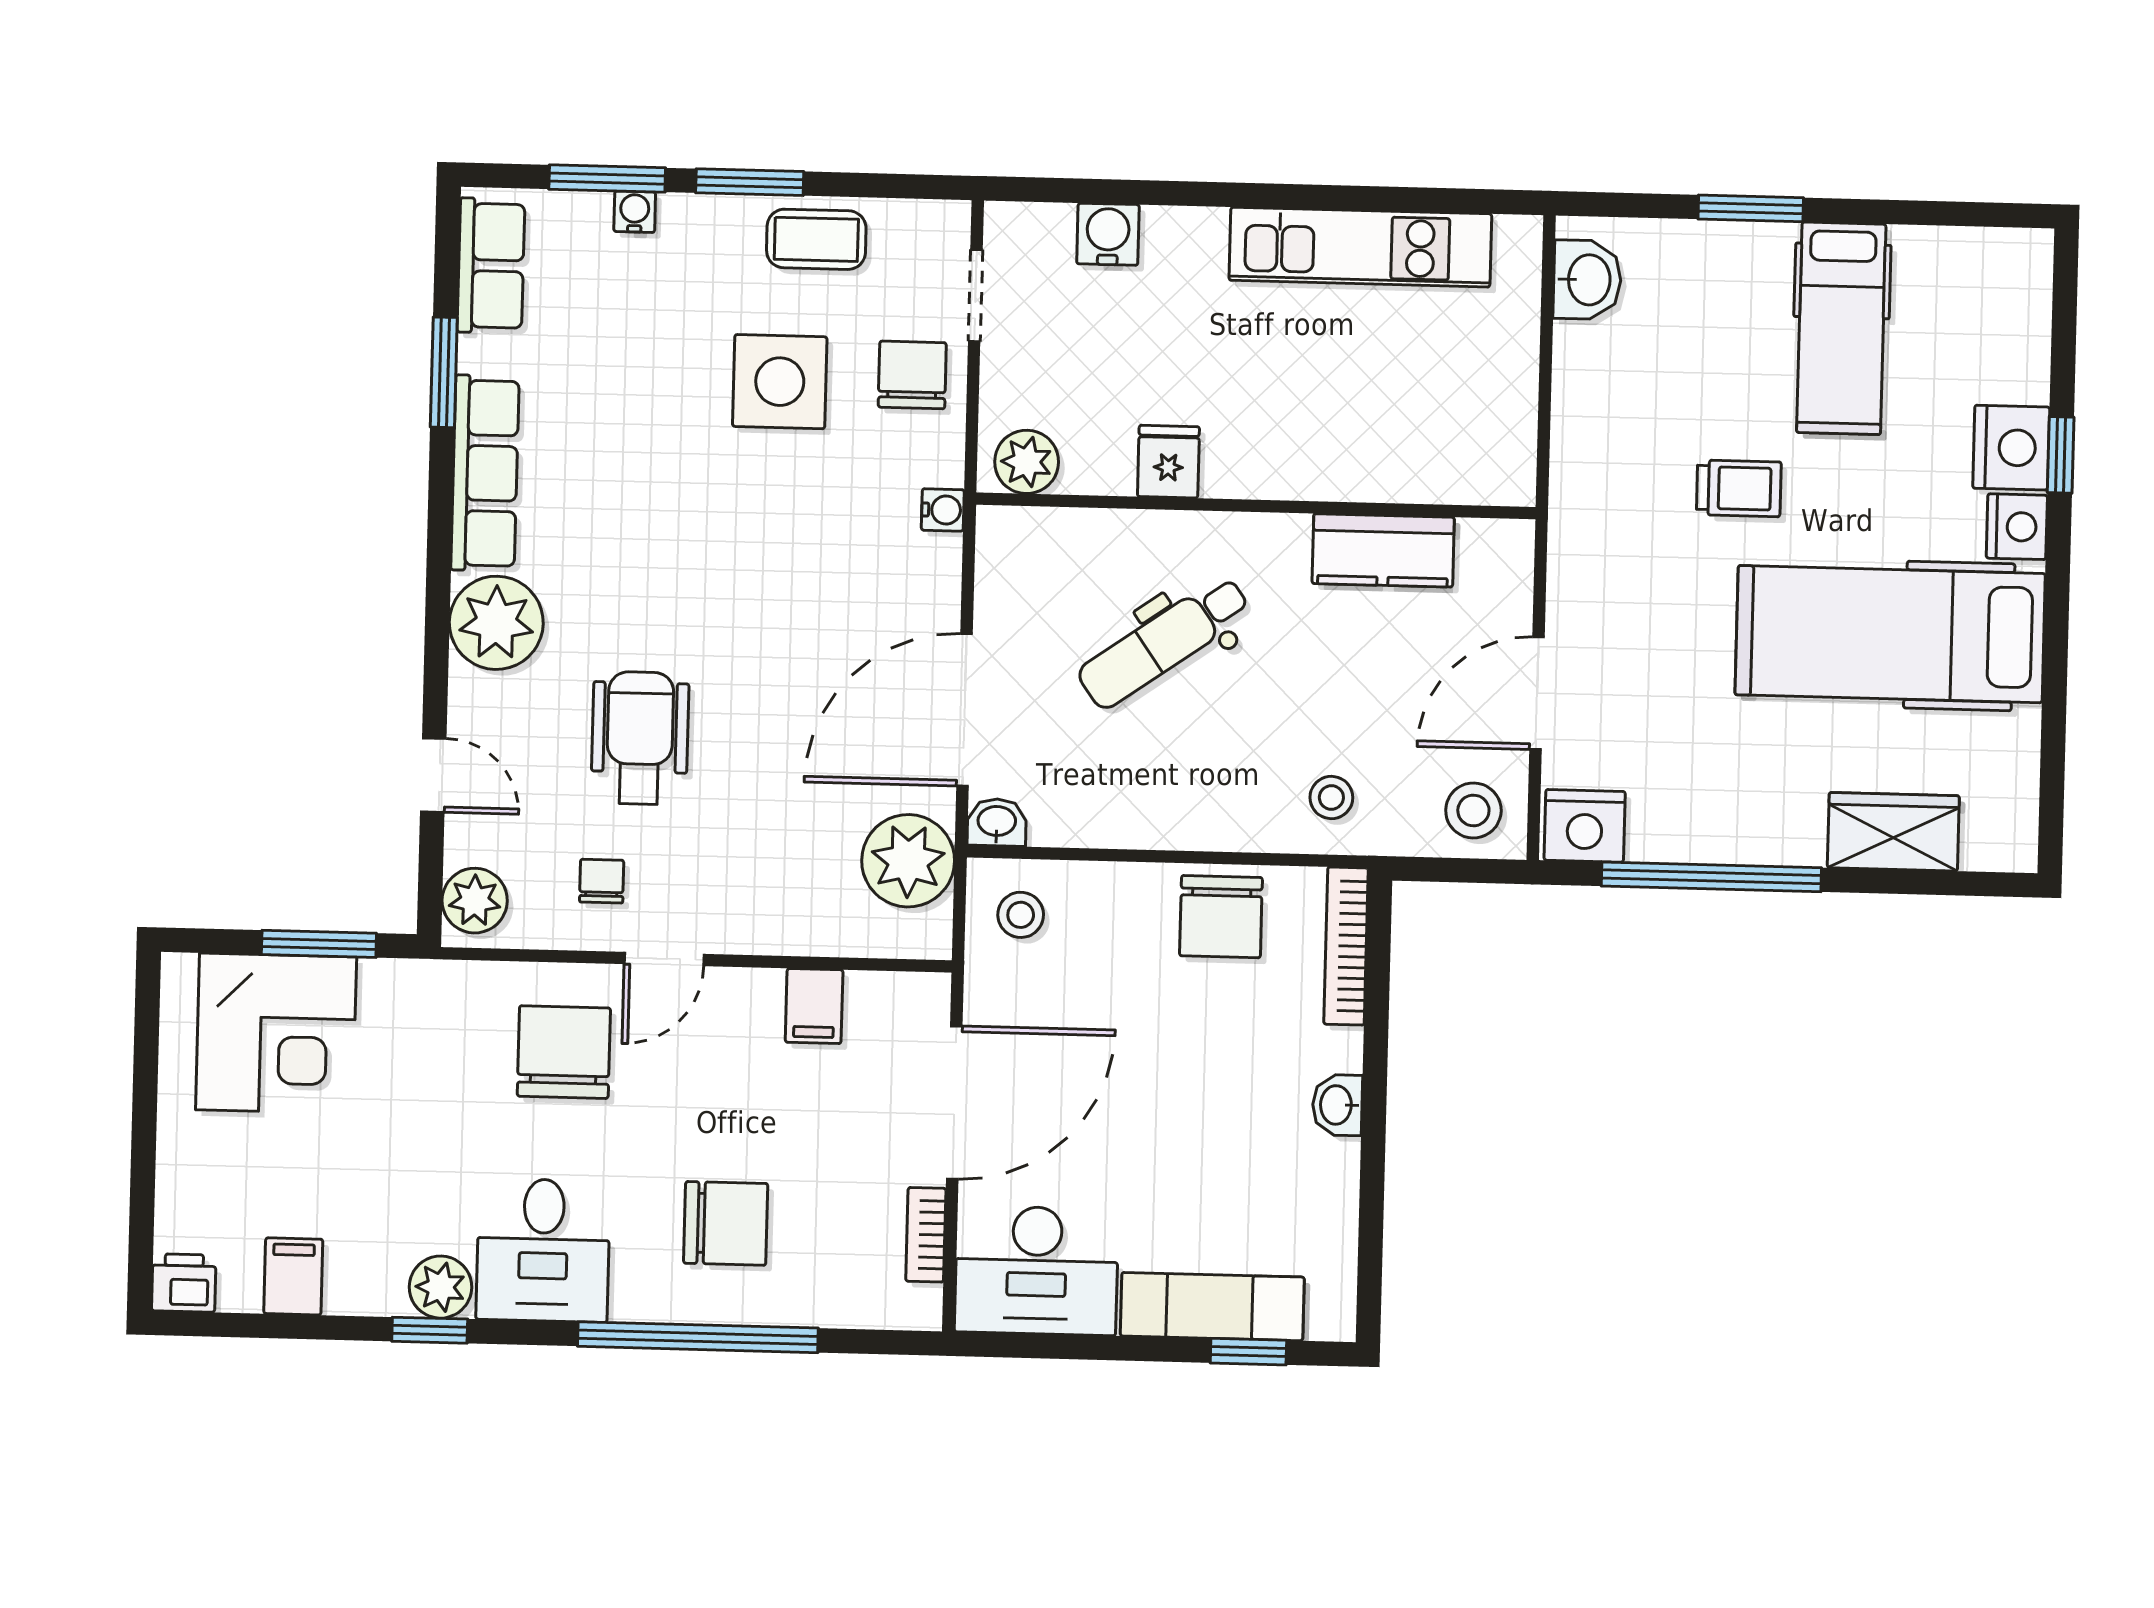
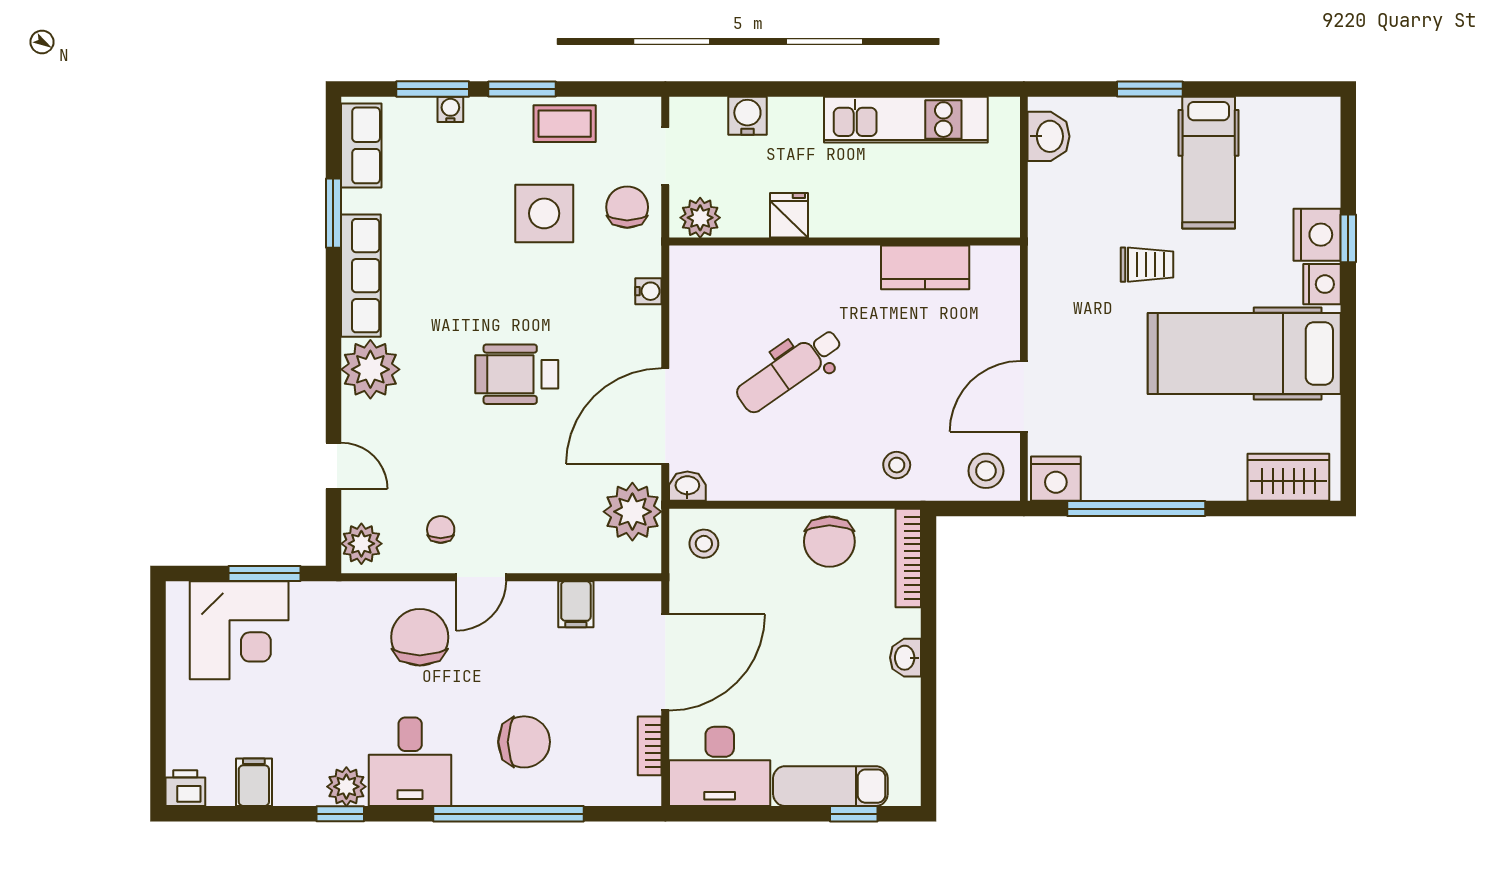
plant: (1027, 462) -> (700, 218), moved
fridge: (1168, 462) -> (789, 215), moved
wall: (1256, 506) -> (845, 242), moved
kitchen counter: (1383, 550) -> (925, 267), moved
wheelchair: (640, 738) -> (517, 374), moved, turned -90
wardrobe: (1893, 832) -> (1288, 477), moved

